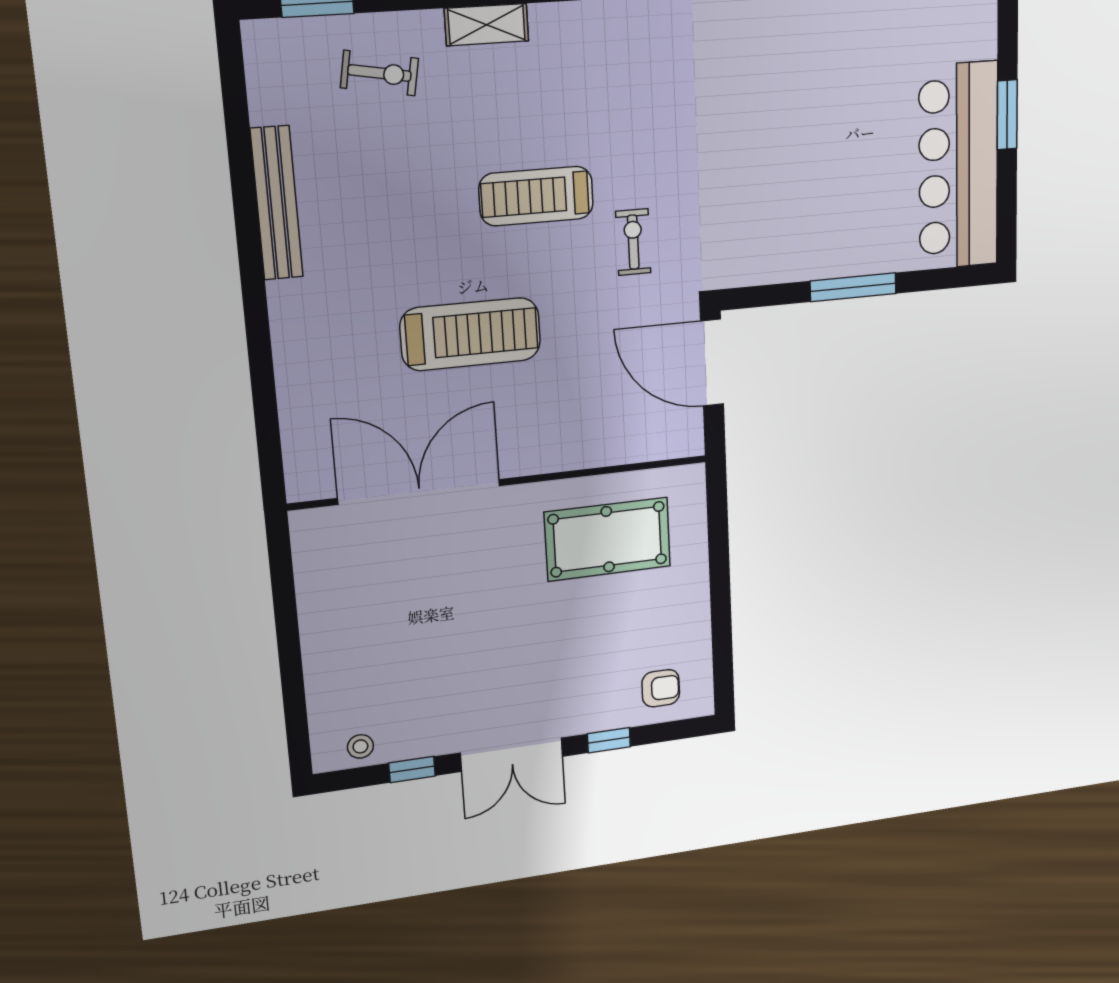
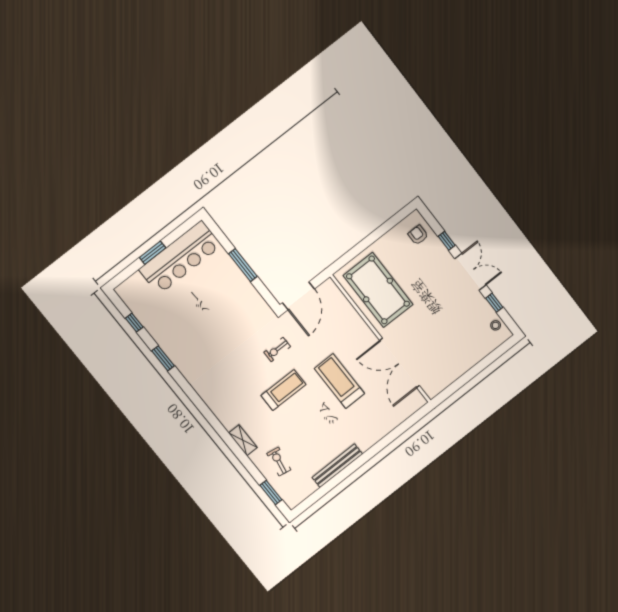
treadmill: (536, 196) -> (283, 390), turned -90
pool table: (608, 539) -> (378, 290), width x1.36, depth x1.32

